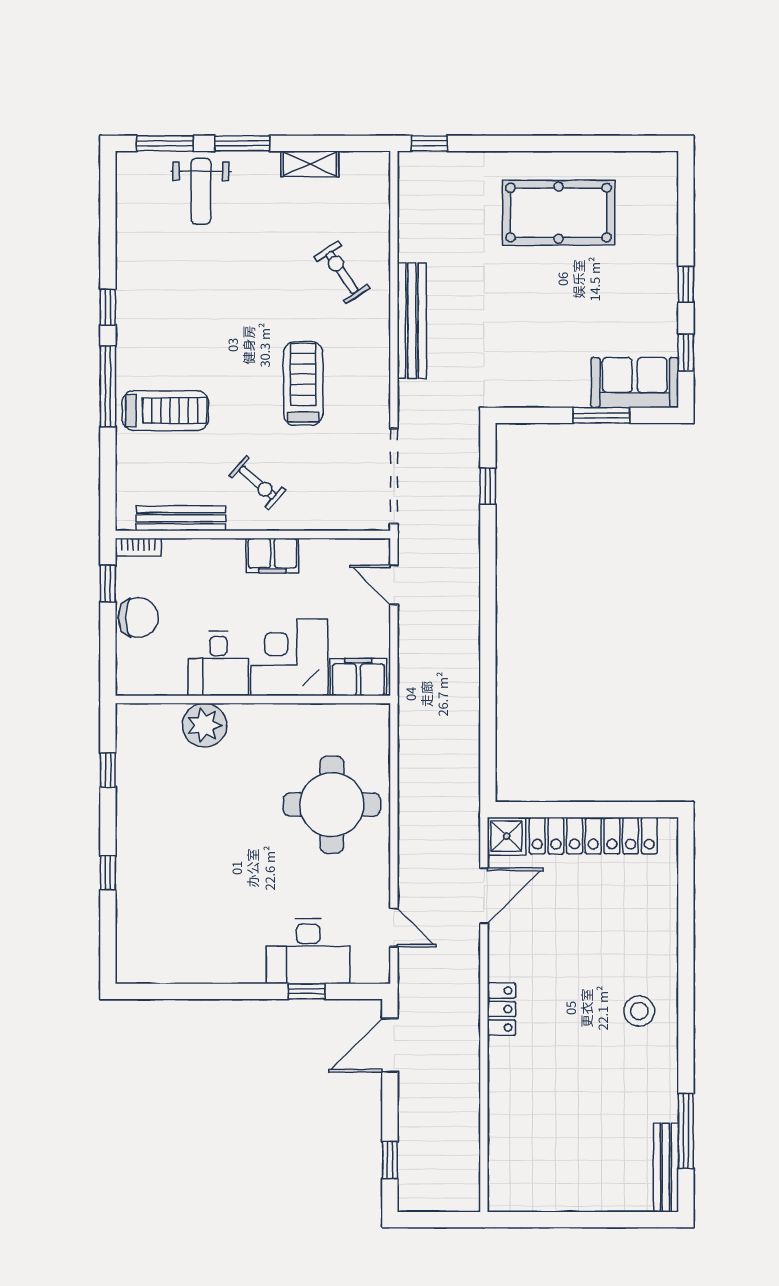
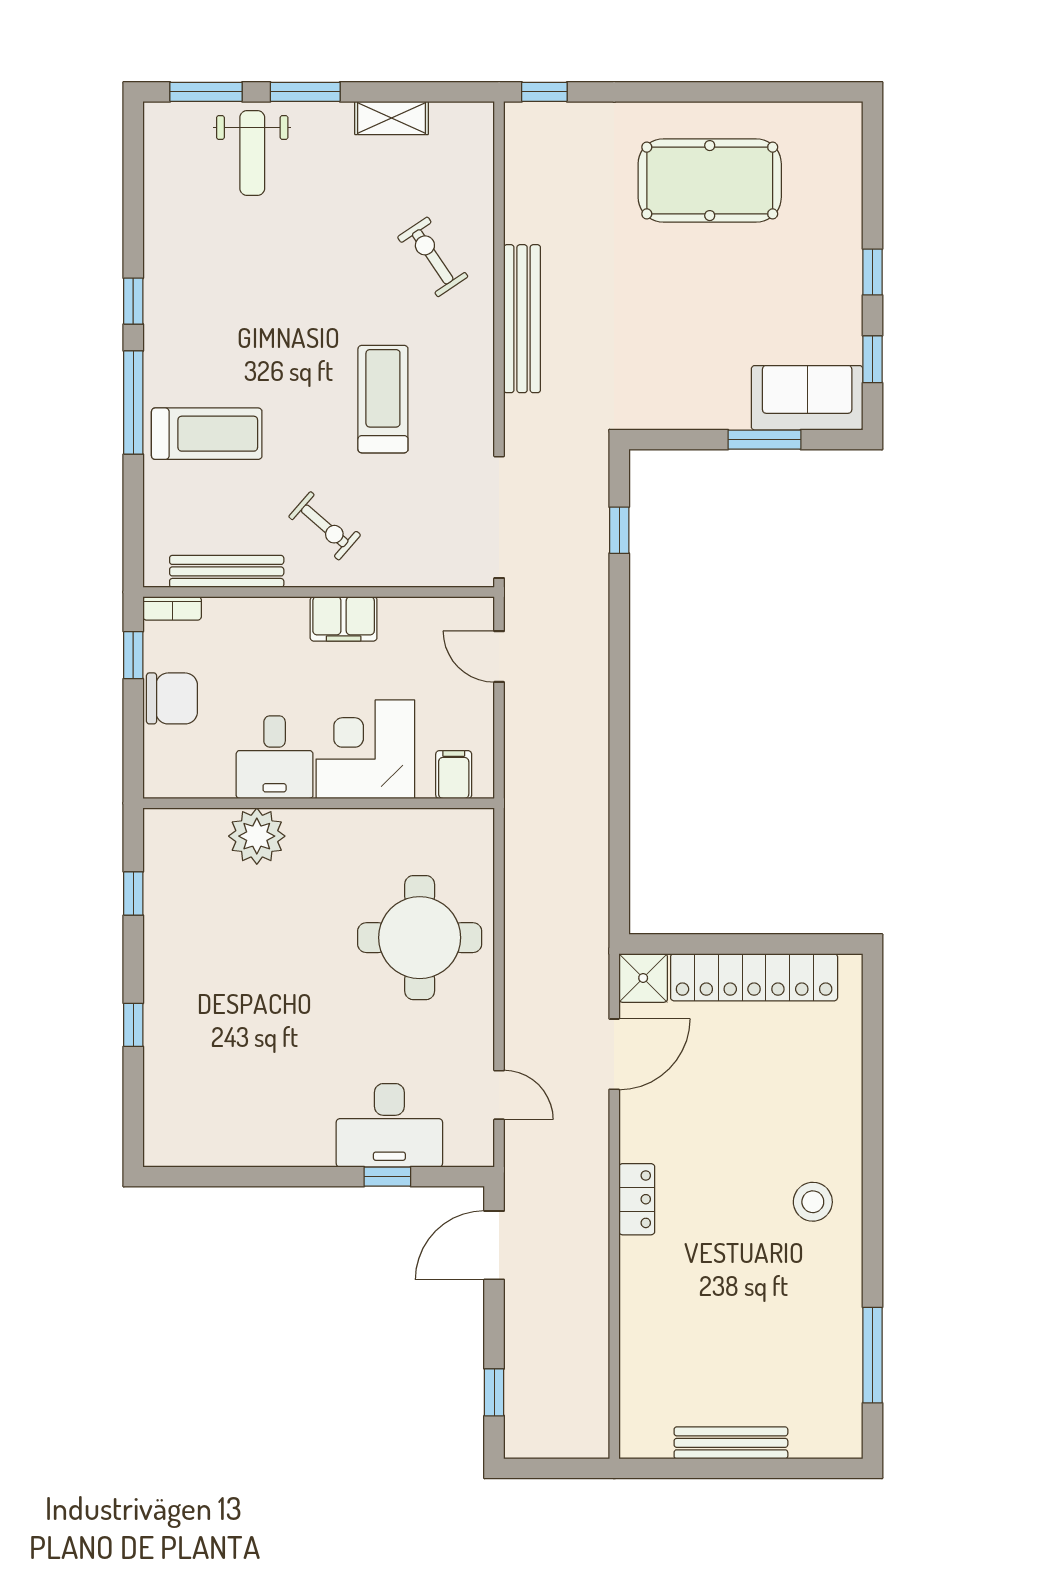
filing cabinet: (358, 677) -> (454, 775), width x0.50
bench: (666, 1168) -> (731, 1443), moved, turned 90

